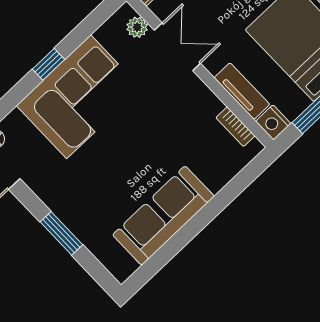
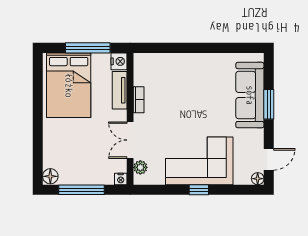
bookcase: (235, 127) -> (139, 100), moved
sofa: (163, 216) -> (250, 95), moved, turned 90

